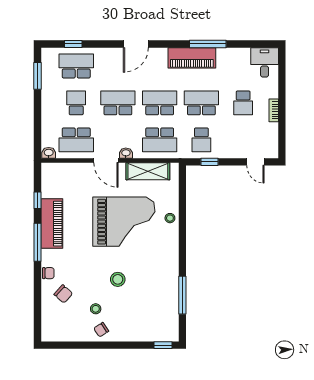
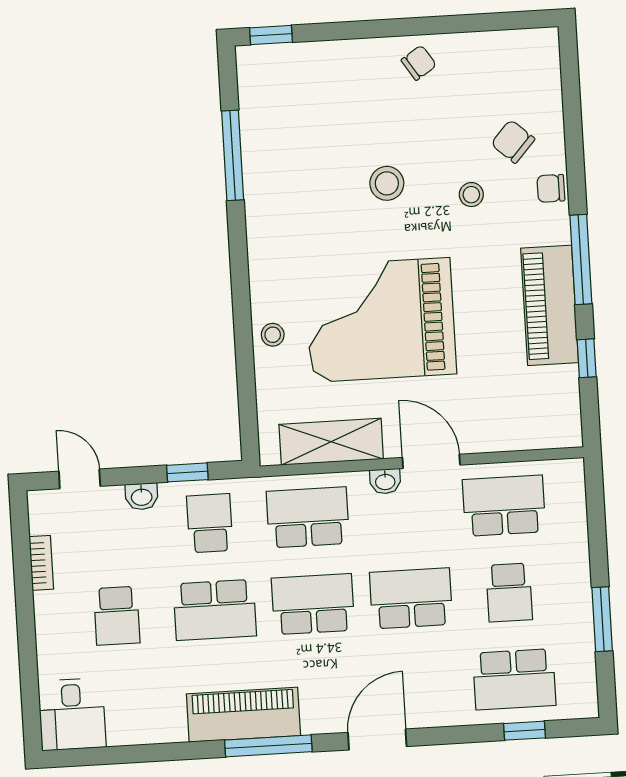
window: (208, 44) -> (268, 746), moved
window: (37, 76) -> (602, 619), moved
school desk: (118, 103) -> (411, 598), turned 180
school desk: (160, 103) -> (313, 604), turned 180
school desk: (243, 103) -> (117, 616), turned 180
bookcase: (274, 110) -> (41, 563), moved
washbasin: (49, 153) -> (142, 496), moved
stool: (96, 309) -> (471, 195), moved

